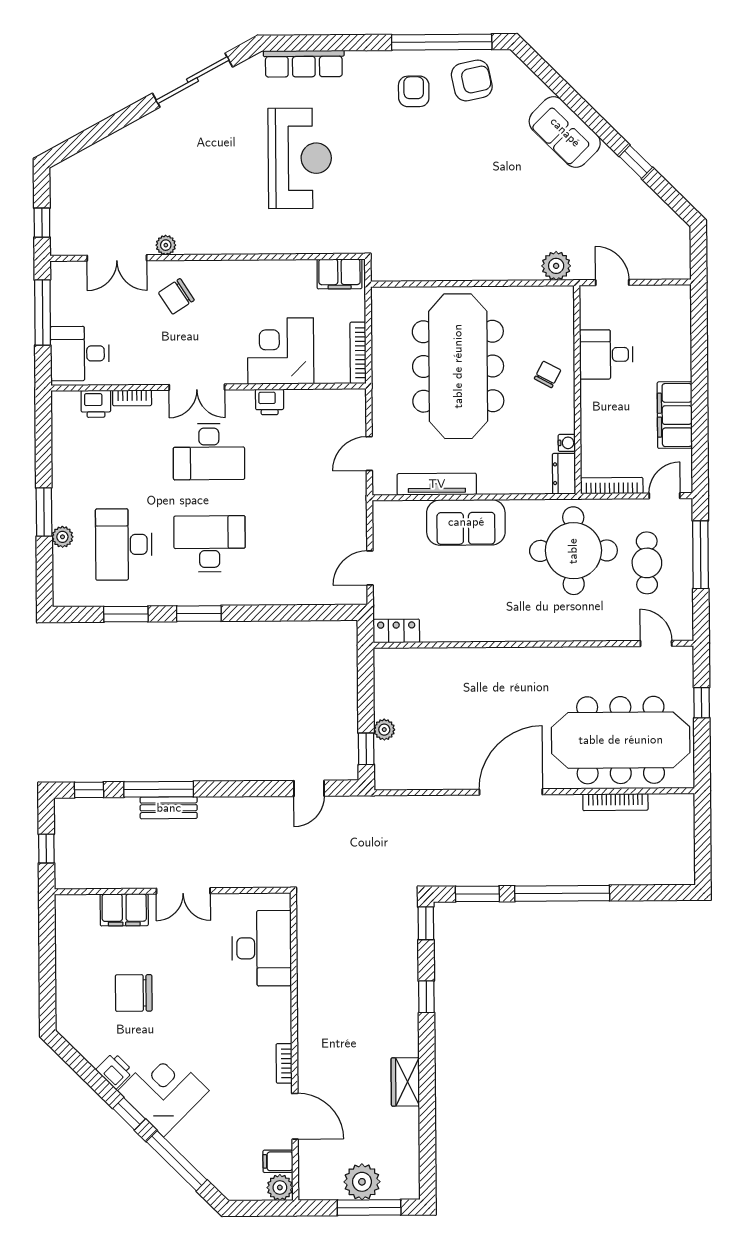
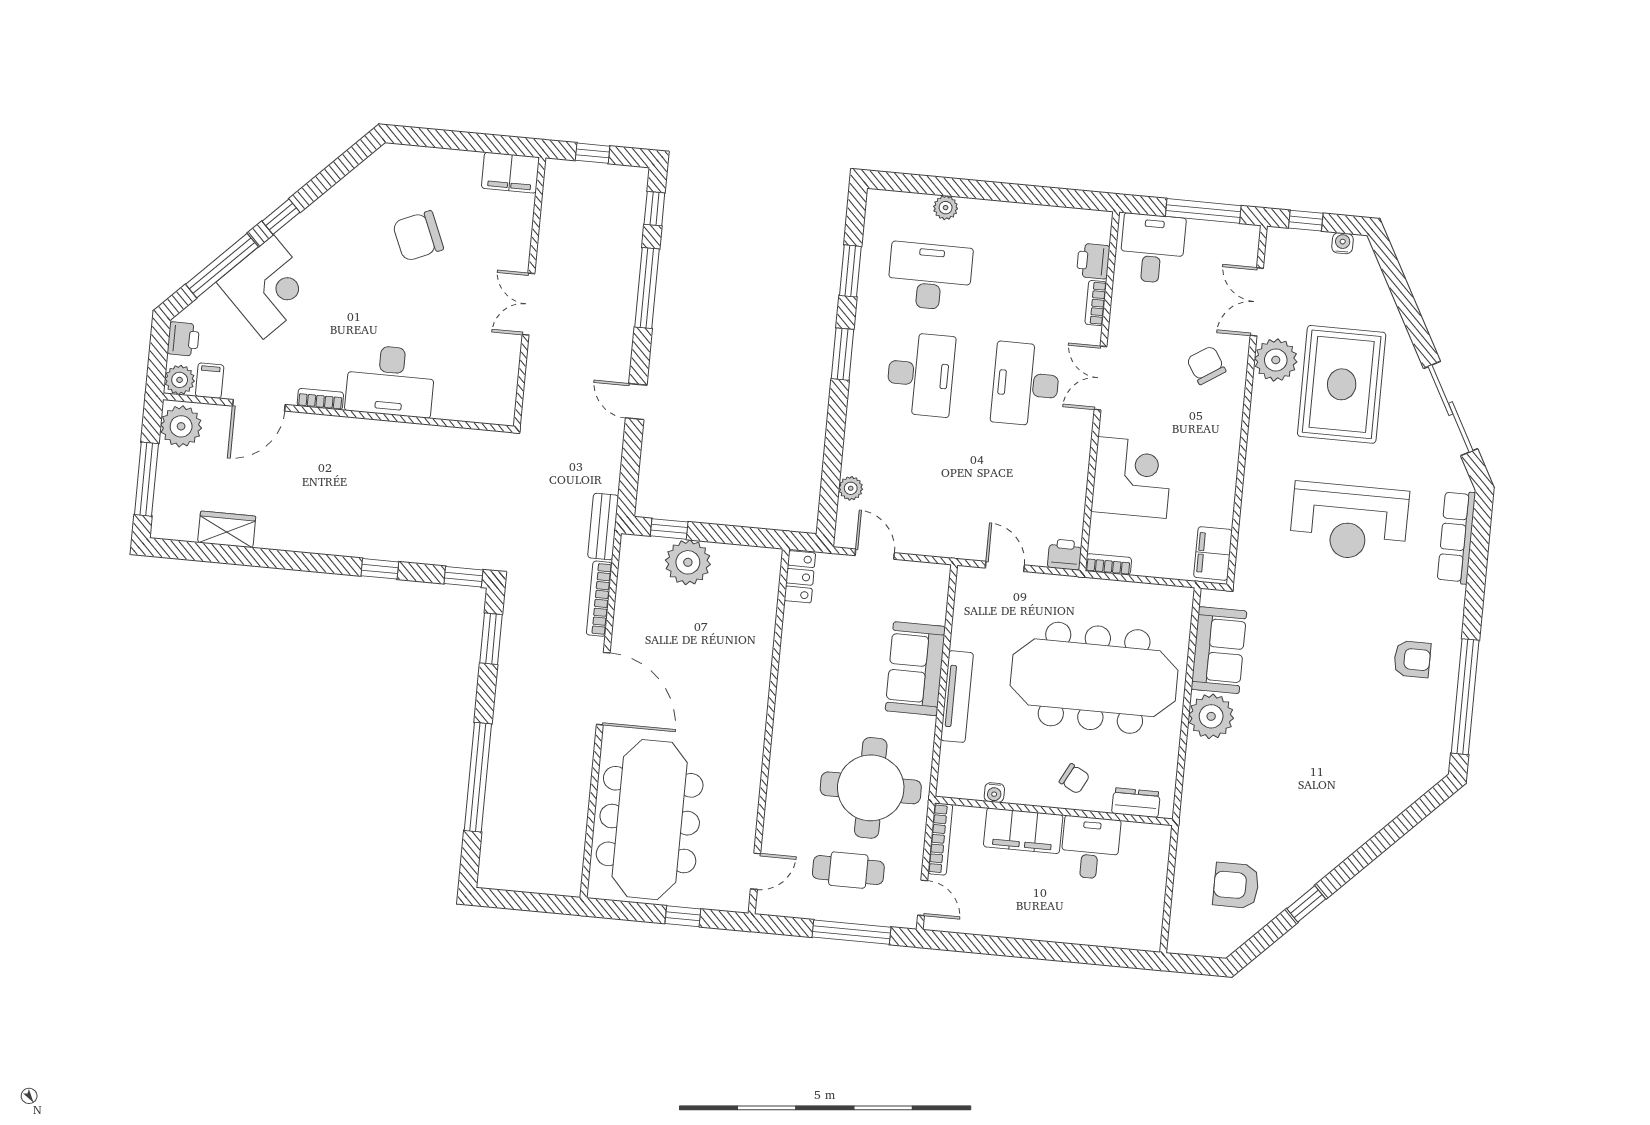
armchair: (472, 80) -> (1236, 885), moved, turned 102
sofa: (565, 132) -> (1219, 650), moved, turned 135
rug: (181, 177) -> (1342, 384), added
water cooler: (58, 189) -> (1342, 243), added
plant: (166, 245) -> (1276, 360), width x1.88, depth x1.88
plant: (556, 266) -> (1211, 716), moved, width x1.36, depth x1.36
door: (612, 283) -> (1172, 863), removed
bookcase: (358, 353) -> (1108, 564), width x0.64
printer: (270, 402) -> (1065, 555), moved, turned 90
filing cabinet: (675, 415) -> (1023, 831), moved, turned 180
dresser: (564, 474) -> (1136, 803), moved
tv unit: (437, 484) -> (957, 697), moved
window: (44, 512) -> (976, 189), removed
plant: (315, 595) -> (851, 488), added
plant: (384, 730) -> (688, 562), width x1.87, depth x1.87
door: (309, 788) -> (636, 402), moved
bookcase: (615, 802) -> (599, 599), moved
bench: (169, 808) -> (603, 527), moved
window: (562, 893) -> (478, 777), moved
filing cabinet: (124, 910) -> (510, 173), moved, turned -90
desk: (262, 948) -> (390, 381), moved
chair: (134, 993) -> (418, 236), turned -113
printer: (115, 1071) -> (183, 339), moved, turned -45
wardrobe: (405, 1082) -> (227, 529), moved
corner desk: (163, 1091) -> (268, 287), moved
plant: (362, 1182) -> (181, 426), moved

